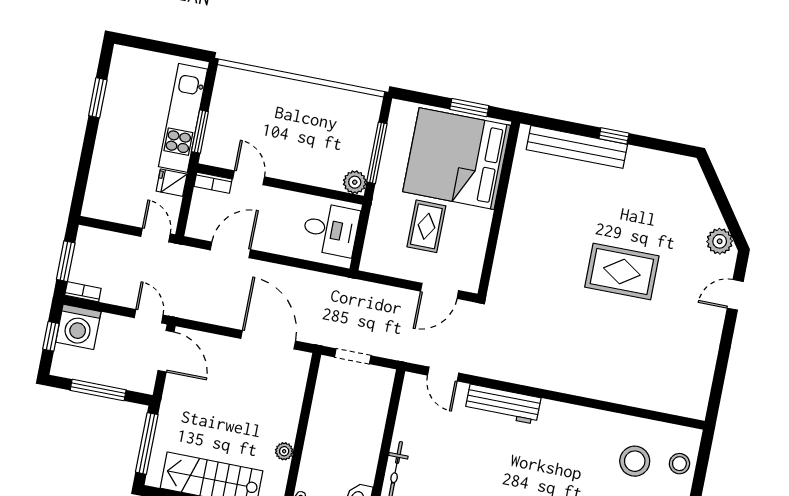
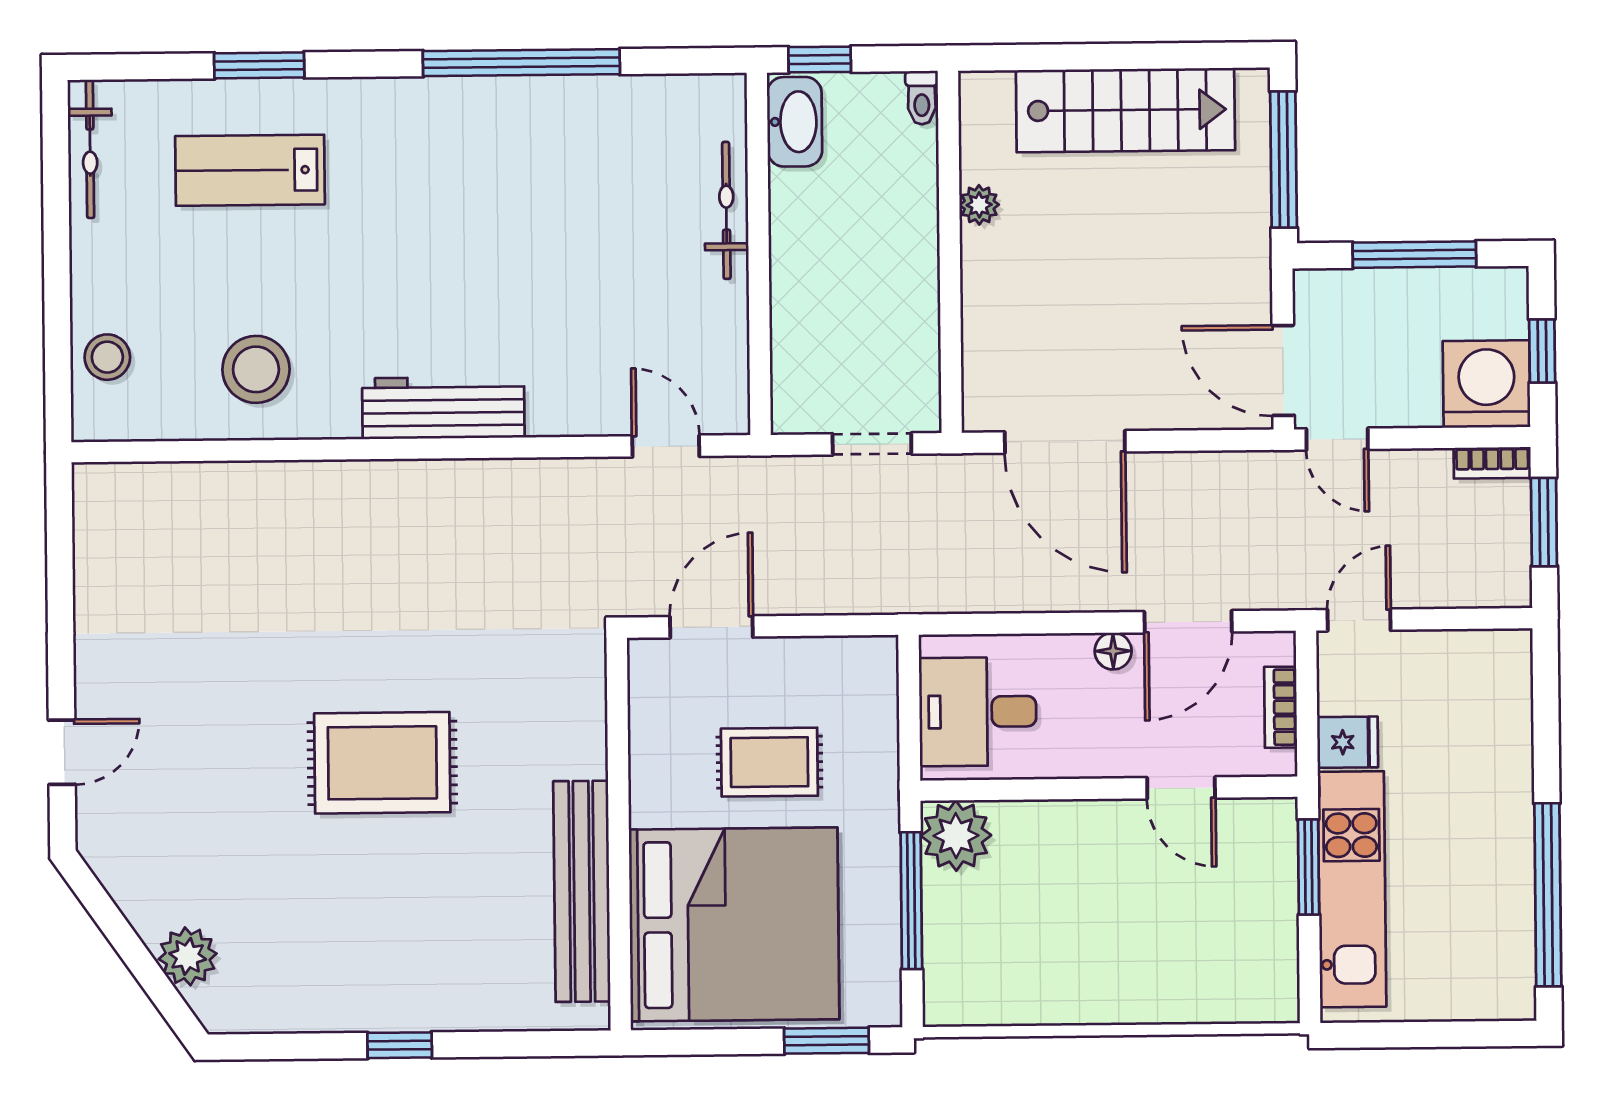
window: (98, 98) -> (1548, 895), width x2.11
window: (469, 108) -> (826, 1041), moved
bench: (577, 147) -> (582, 891), moved, turned 90
plant: (355, 182) -> (956, 836), width x1.36, depth x1.36
bookcase: (213, 183) -> (1281, 707), moved, turned -90
rug: (426, 226) -> (769, 762), turned 90
door: (155, 235) -> (1359, 620), swing flipped
plant: (720, 241) -> (188, 956), moved
floor lamp: (266, 244) -> (1113, 651), added
rug: (622, 272) -> (382, 763), moved
workbench: (503, 404) -> (443, 408), moved
stool: (635, 461) -> (256, 369), moved

